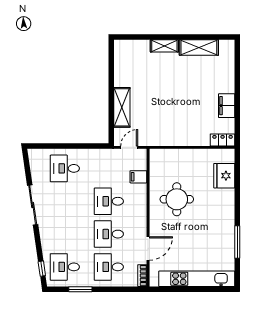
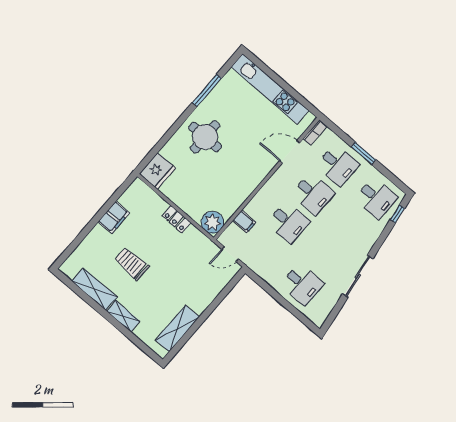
trolley: (189, 85) -> (132, 264), added
shelving: (122, 107) -> (177, 328), moved
locker: (223, 140) -> (176, 219), moved
plant: (159, 158) -> (212, 222), added
fridge: (224, 176) -> (157, 171), moved
round table: (177, 199) -> (205, 137), moved
window: (80, 289) -> (363, 153), moved

